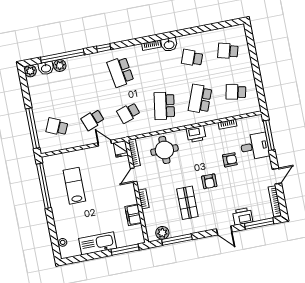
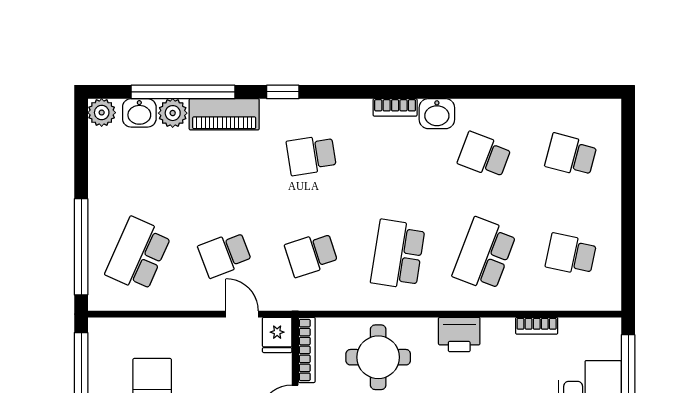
piano: (81, 62) -> (224, 114), added
school desk: (120, 72) -> (311, 155), width x0.54
school desk: (57, 127) -> (138, 254), width x1.85

